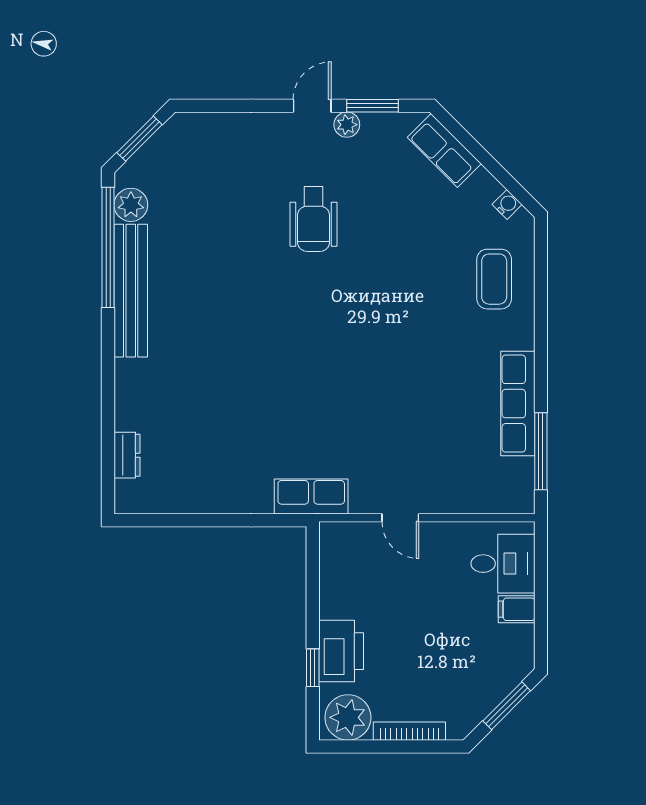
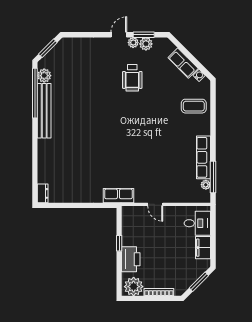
plant: (378, 128) -> (146, 44), added
row of seats: (444, 150) -> (183, 63), moved
wheelchair: (313, 219) -> (132, 78), moved
coffee table: (494, 279) -> (194, 106), turned 90
dresser: (127, 455) -> (43, 193), moved
plant: (523, 470) -> (206, 185), added
filing cabinet: (517, 609) -> (203, 248), width x2.00
window: (313, 668) -> (119, 243), moved

